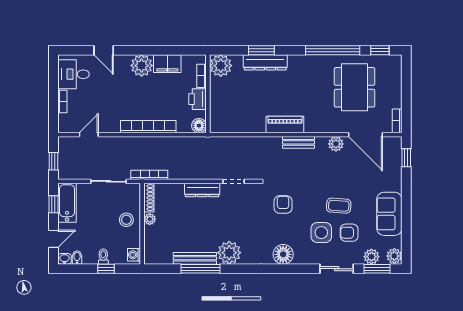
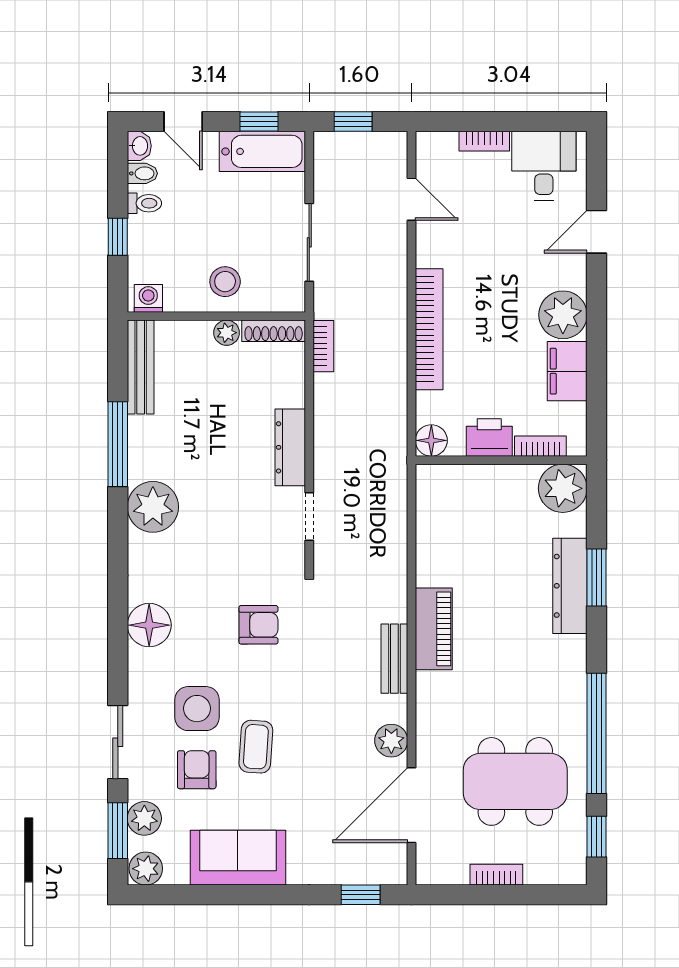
bookcase: (397, 121) -> (496, 875), moved
bookcase: (149, 175) -> (323, 346), width x0.64
toilet: (103, 257) -> (144, 203), moved
bench: (195, 258) -> (141, 367), moved

